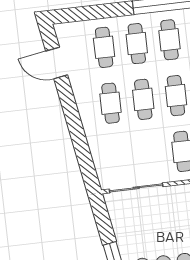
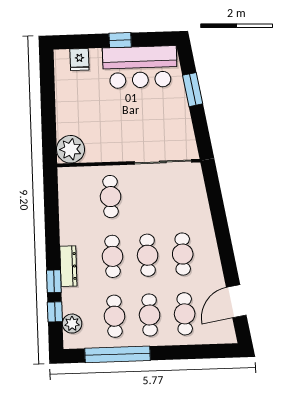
door: (57, 63) -> (236, 301), swing flipped

